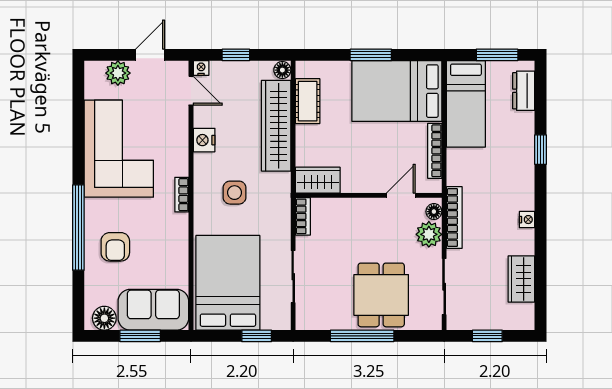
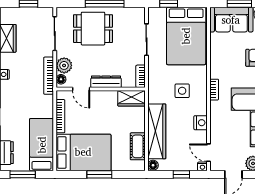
door: (401, 195) -> (81, 89), hinge flipped
dresser: (360, 207) -> (106, 82), added
dining table: (381, 295) -> (93, 29), turned 90

